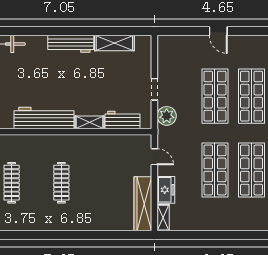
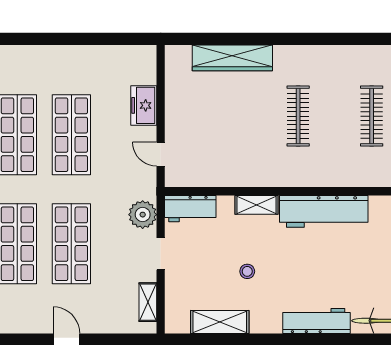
workbench: (71, 44) -> (316, 321), moved
stool: (96, 77) -> (247, 271), added
workbench: (122, 120) -> (190, 209), moved
wardrobe: (143, 204) -> (232, 58), moved, turned 90
shelving: (163, 218) -> (148, 302), moved

